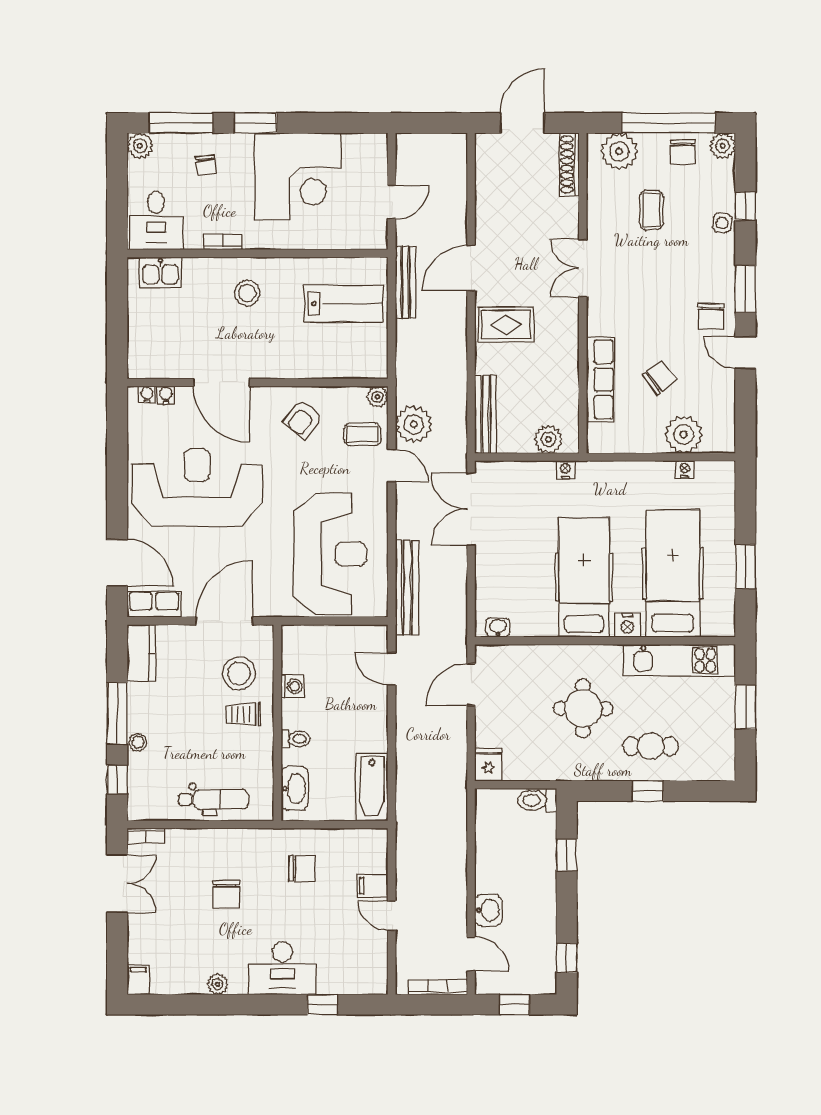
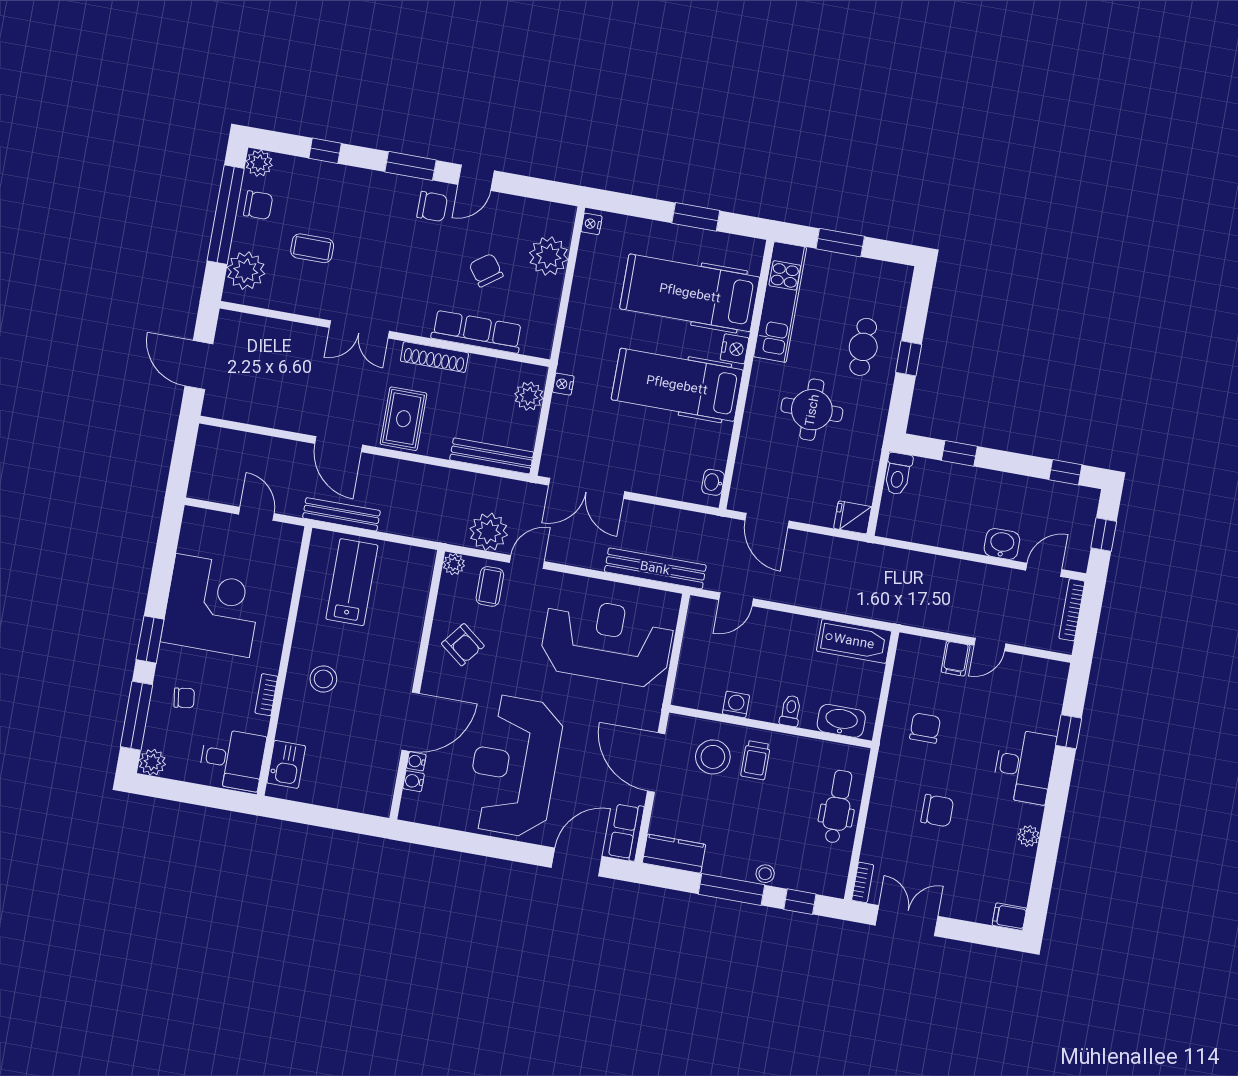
shoe rack: (569, 164) -> (434, 357), moved
side table: (722, 223) -> (338, 178), removed
water cooler: (147, 394) -> (416, 761), moved
nightstand: (685, 469) -> (592, 224), moved

